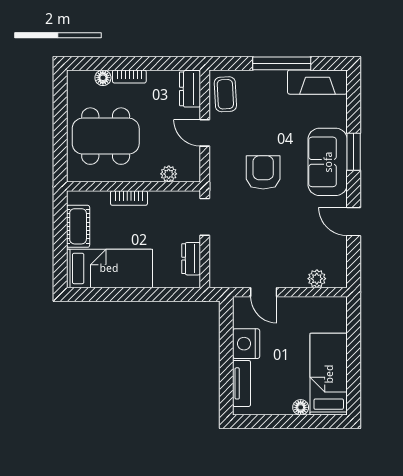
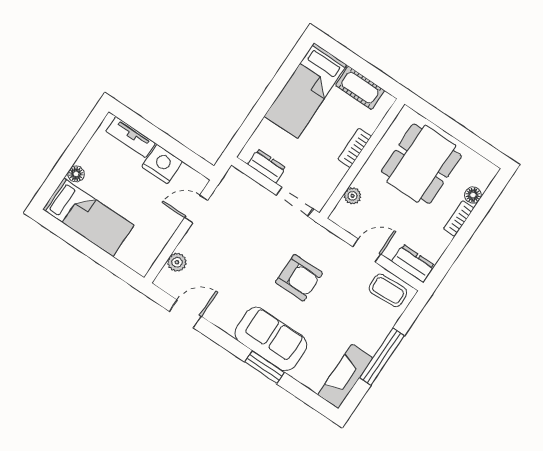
door: (354, 222) -> (185, 314), moved

